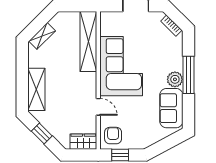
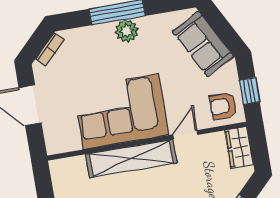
shelving: (88, 42) -> (131, 159), moved
sofa: (171, 108) -> (203, 44), moved, turned 62

